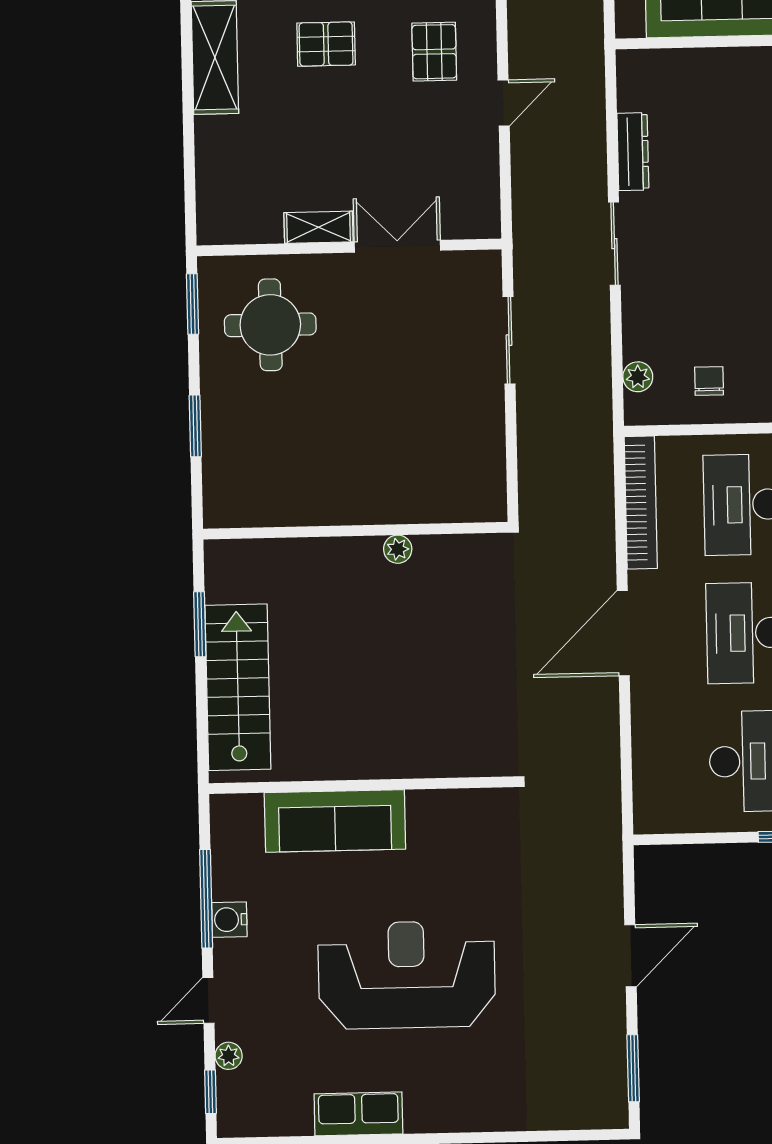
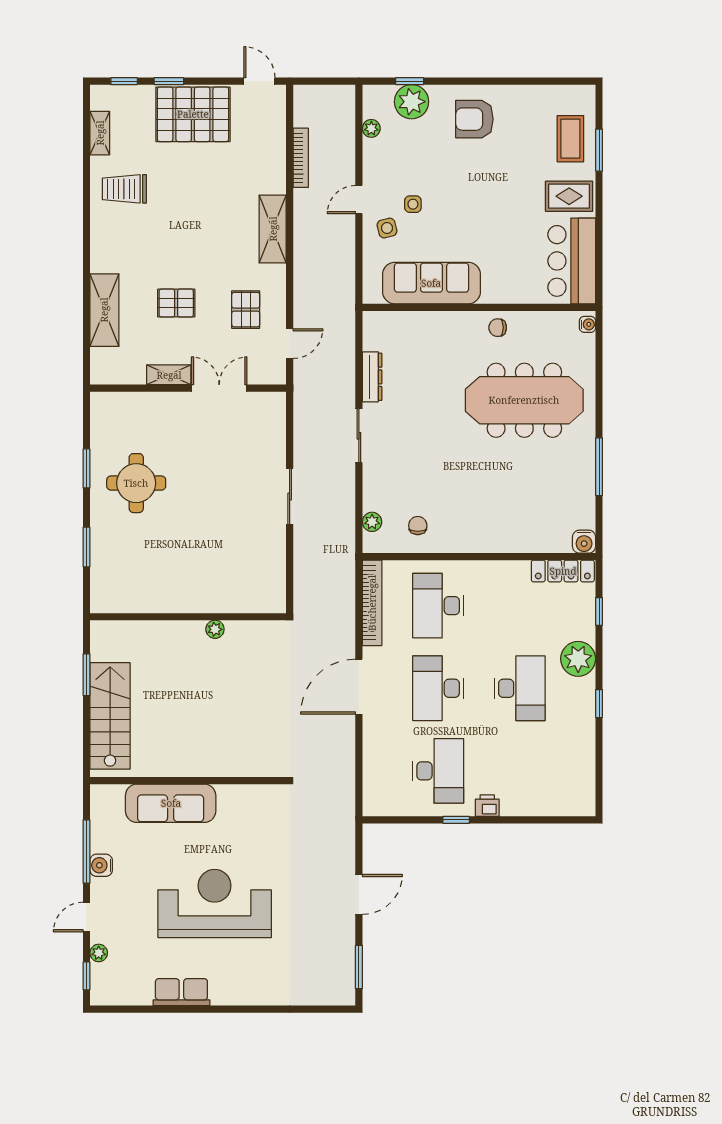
shelving: (319, 227) -> (169, 375), moved
double door: (397, 246) -> (219, 388), moved
wall: (349, 247) -> (188, 388), moved

